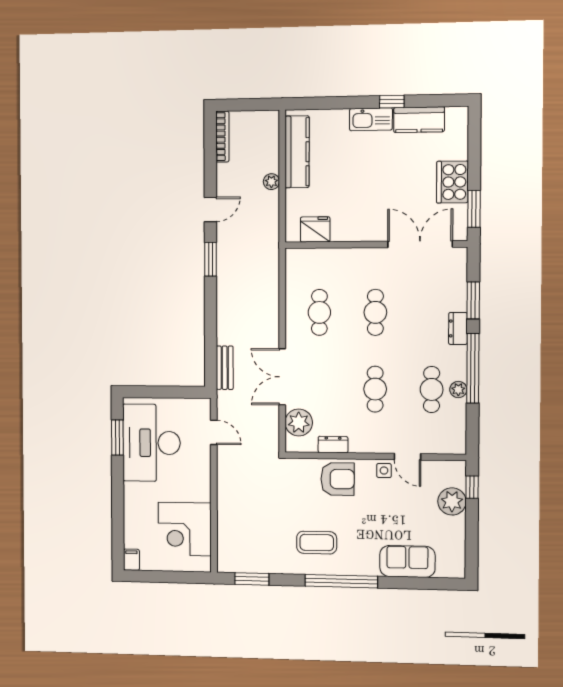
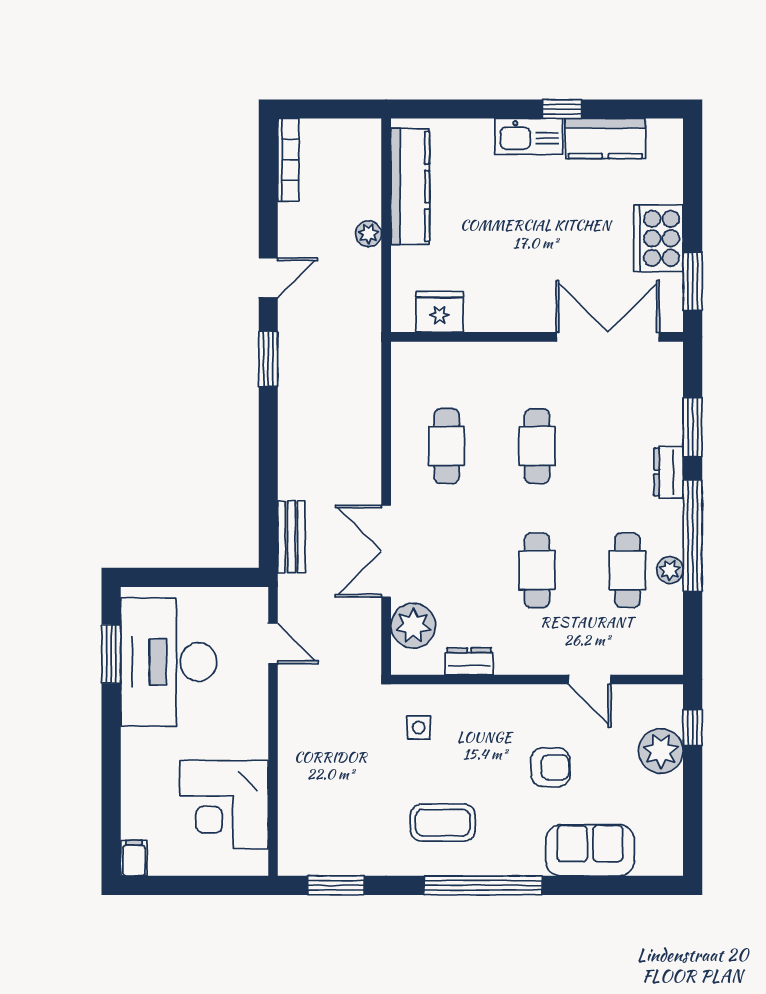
side table: (384, 471) -> (419, 727), moved
armchair: (338, 479) -> (550, 767), moved, width x0.72, depth x0.72

